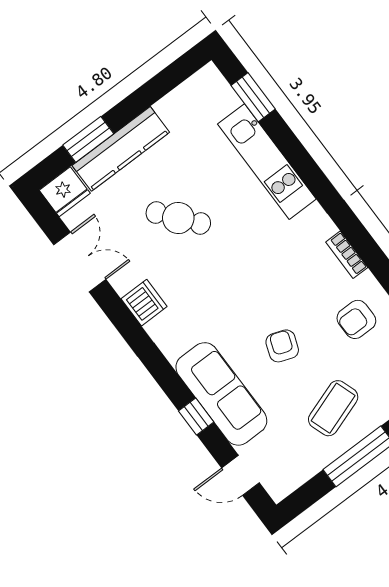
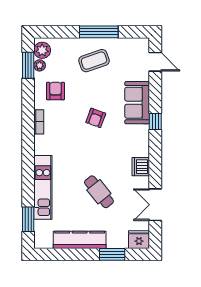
kitchen counter: (121, 149) -> (80, 240), moved
armchair: (356, 319) -> (56, 91), turned -90
armchair: (282, 346) -> (96, 118), moved
sofa: (221, 394) -> (137, 103), width x0.73
window: (196, 416) -> (155, 121), moved

